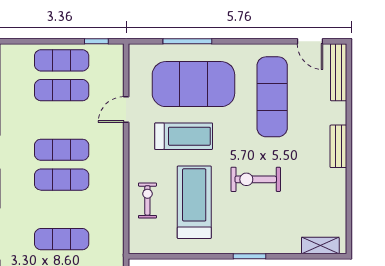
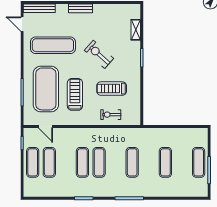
door: (310, 41) -> (22, 24), swing flipped
door: (126, 110) -> (46, 126), moved
exercise bike: (256, 179) -> (99, 54), turned 132
treadmill: (194, 202) -> (112, 89), width x0.73, depth x0.73
shelving: (320, 245) -> (136, 30), moved

